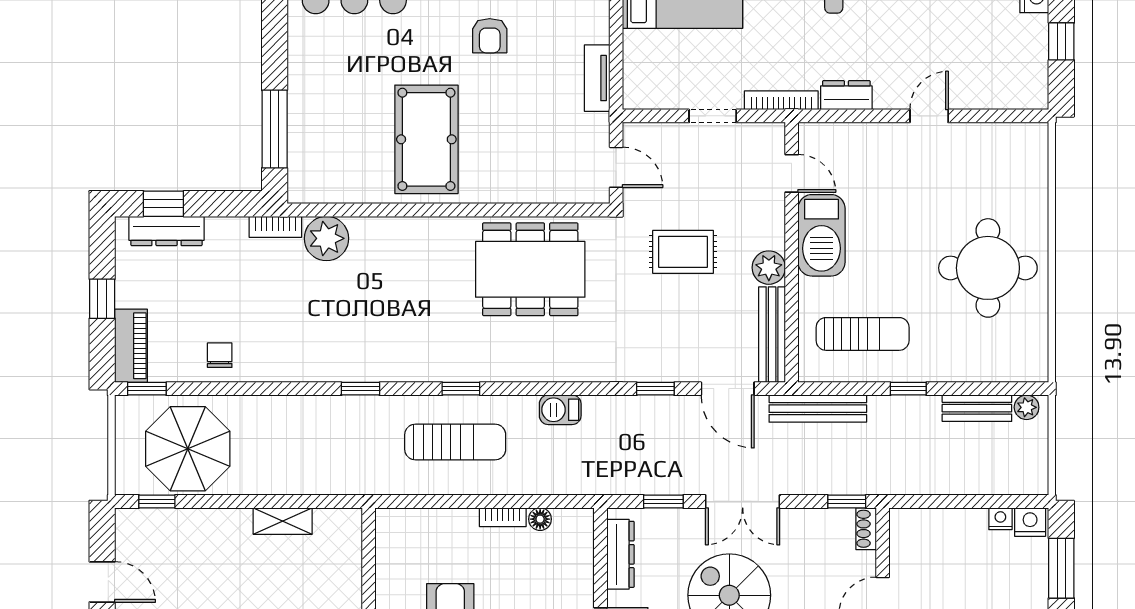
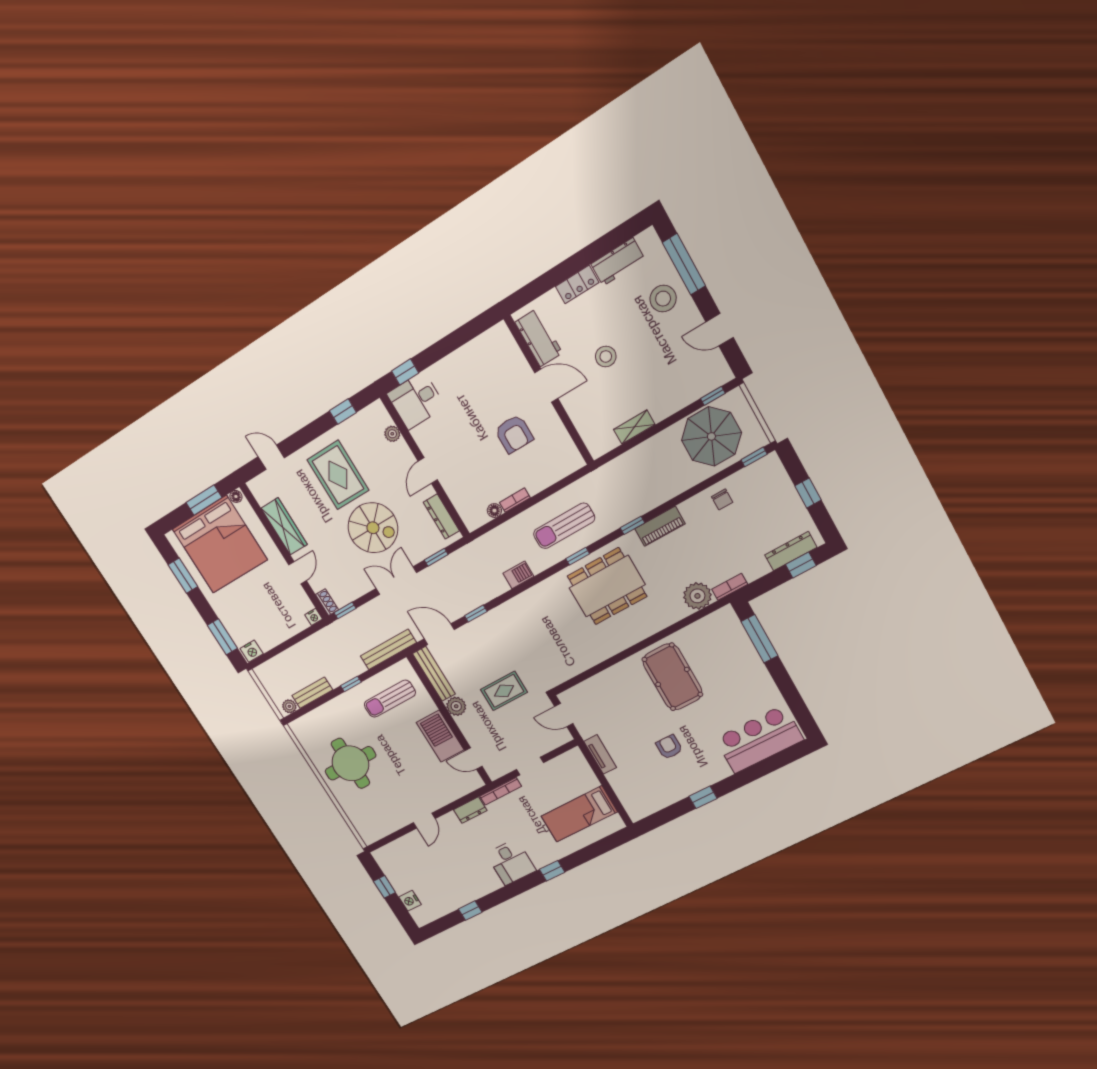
dining table: (530, 269) -> (607, 586), moved
piano: (131, 346) -> (660, 526), moved, turned -90
nightstand: (1000, 519) -> (314, 617), moved

